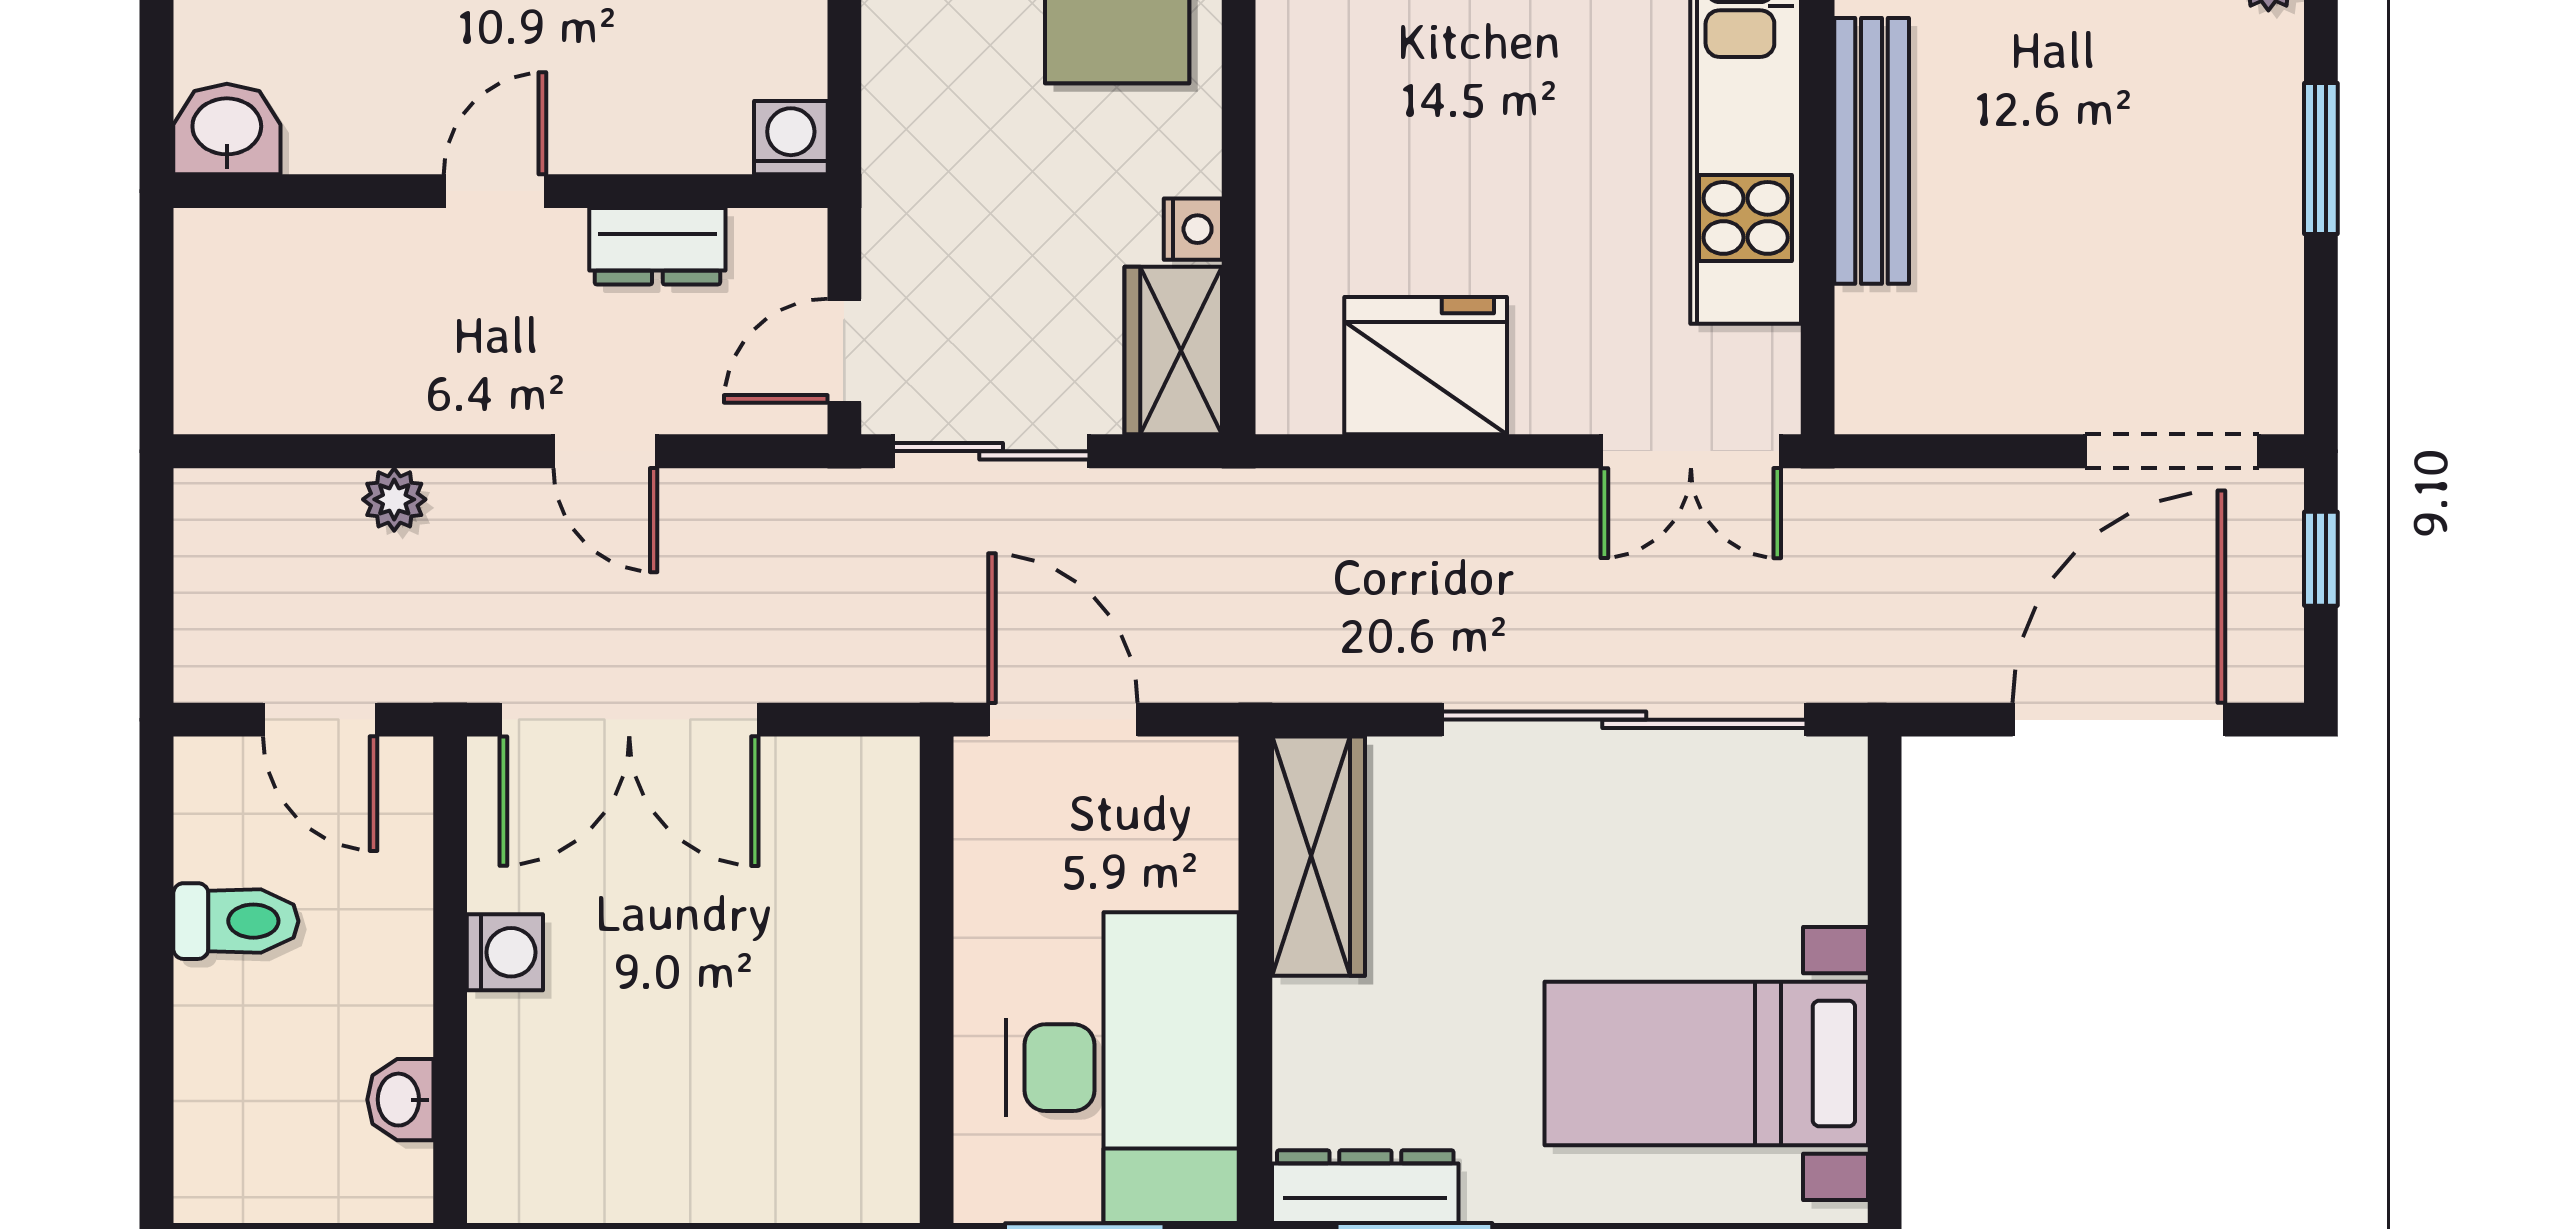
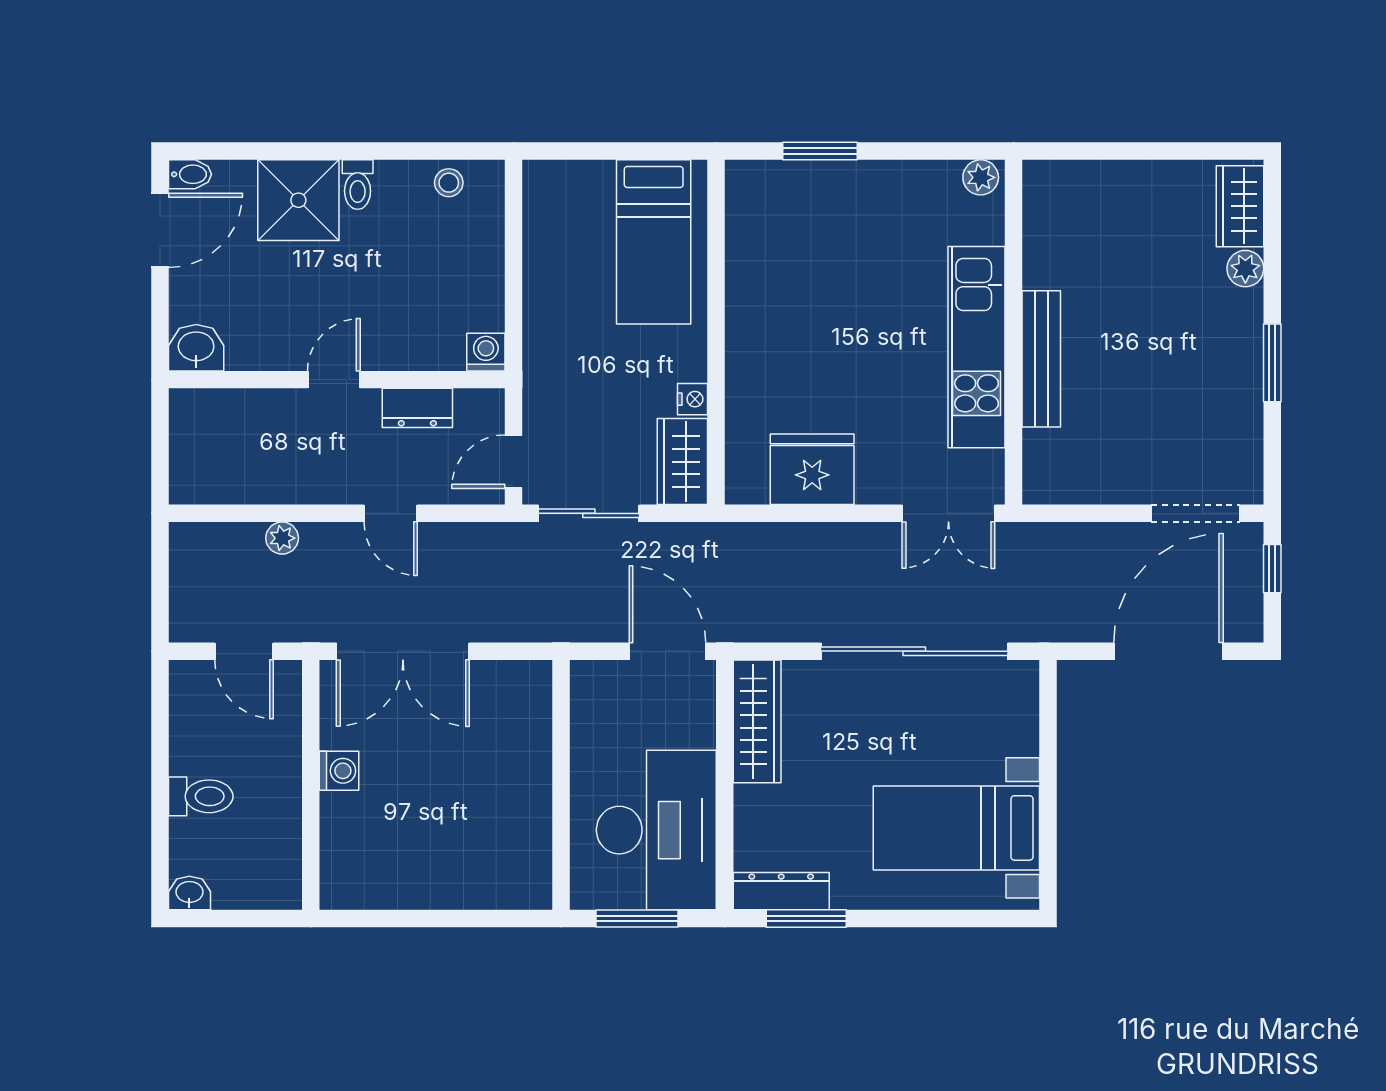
door: (1063, 720) -> (668, 651), moved
toilet: (236, 921) -> (201, 796), moved
washbasin: (400, 1100) -> (189, 893), moved, turned 90

